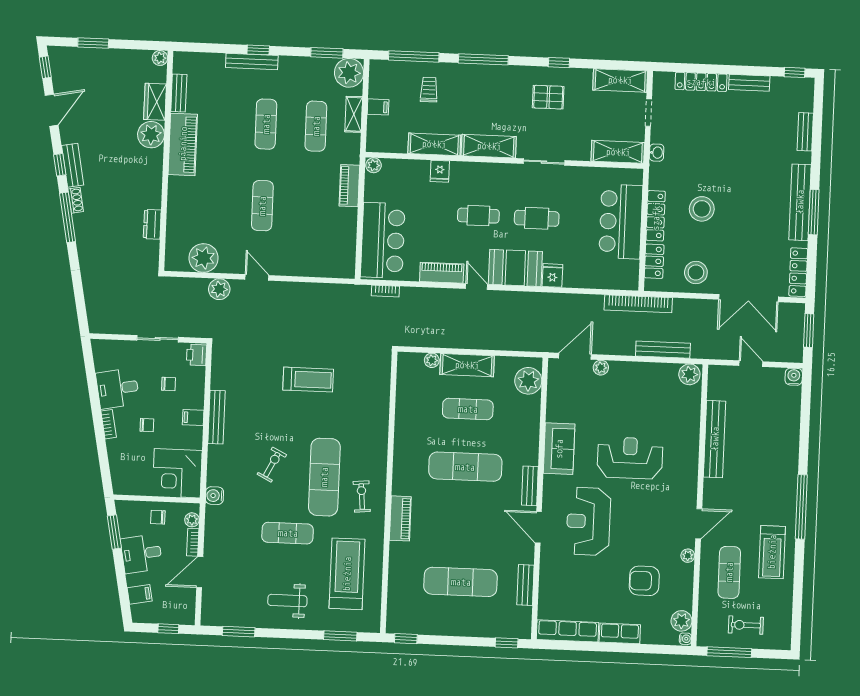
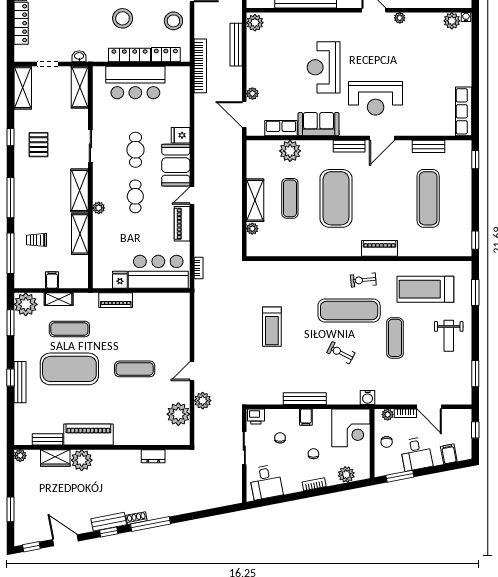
exercise mat: (266, 124) -> (69, 369), width x2.00, depth x1.45
plant: (374, 165) -> (99, 208), moved
fridge: (440, 171) -> (120, 280), moved, turned -90
treadmill: (308, 380) -> (272, 327), turned 180
plant: (528, 381) -> (290, 151), moved
desk: (118, 388) -> (266, 482), moved
plant: (119, 465) -> (346, 474), added
exercise mat: (465, 467) -> (336, 198), width x1.47
armchair: (644, 581) -> (421, 52), removed
row of seats: (620, 633) -> (281, 128), moved, turned 90

